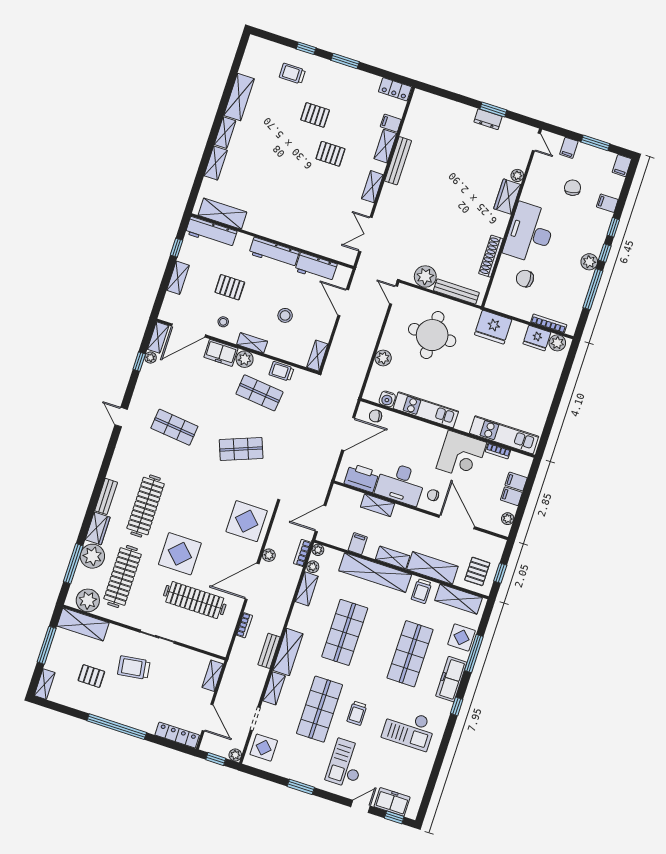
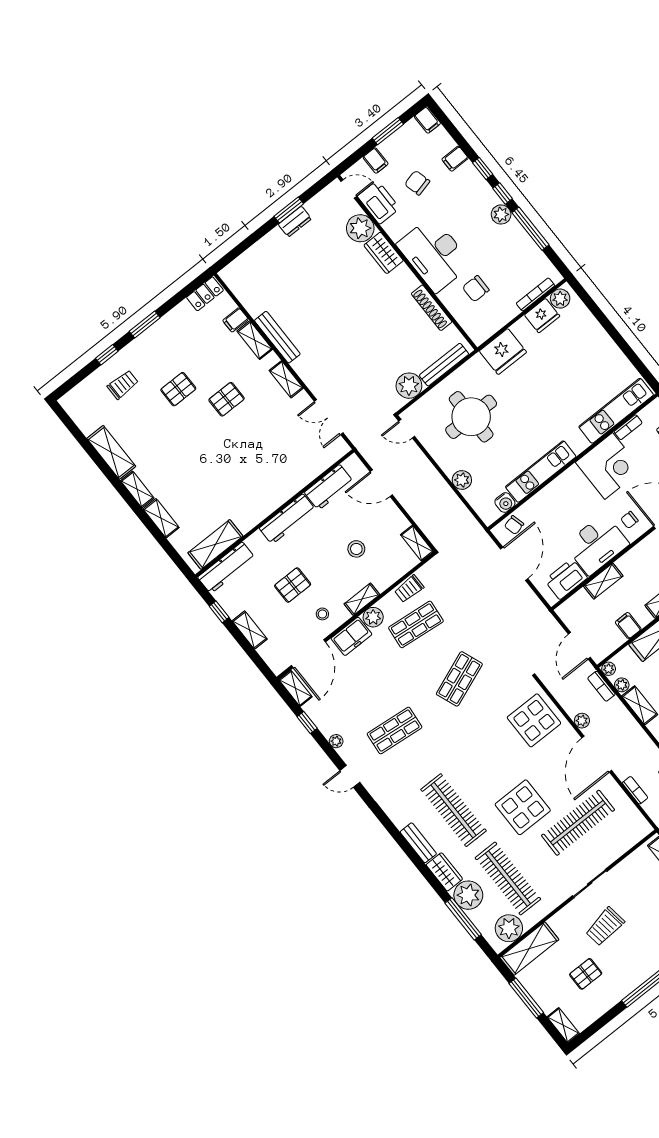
trolley: (292, 74) -> (123, 385), turned 180
printer: (541, 169) -> (379, 202), added
plant: (517, 175) -> (360, 228), width x1.87, depth x1.87
plant: (150, 358) -> (336, 741), moved

